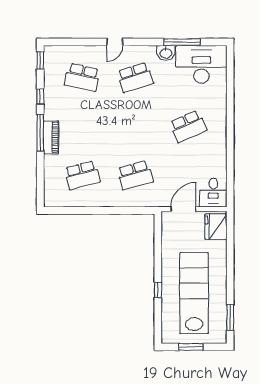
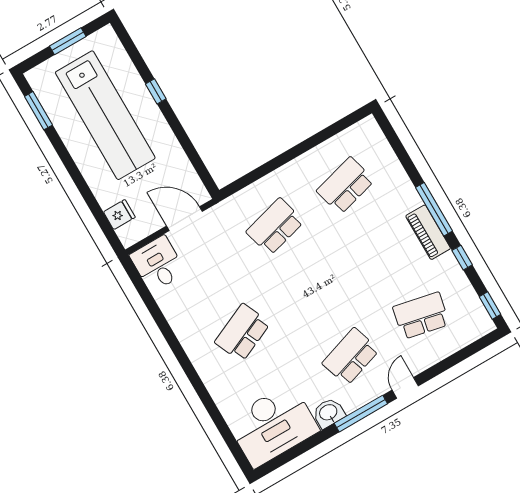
window: (182, 42) -> (361, 414), moved
piano: (51, 137) -> (428, 232), moved
door: (183, 209) -> (184, 219), swing flipped
fridge: (216, 227) -> (119, 215), width x0.53, depth x0.75

